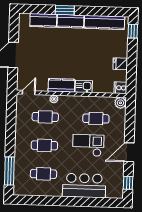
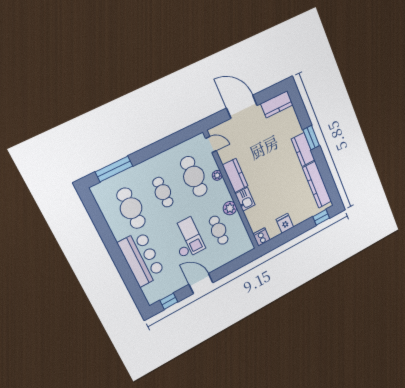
kitchen counter: (43, 20) -> (277, 104), moved, turned -90
plant: (120, 103) -> (230, 208), moved
cafe table: (45, 117) -> (194, 176), width x1.37, depth x1.35
cafe table: (43, 174) -> (131, 208), width x1.37, depth x1.35

